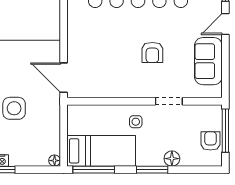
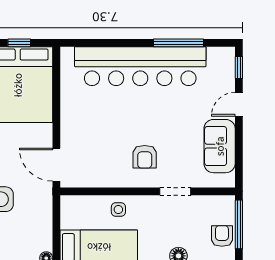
armchair: (152, 52) -> (145, 157), moved
side table: (136, 122) -> (118, 210), moved

